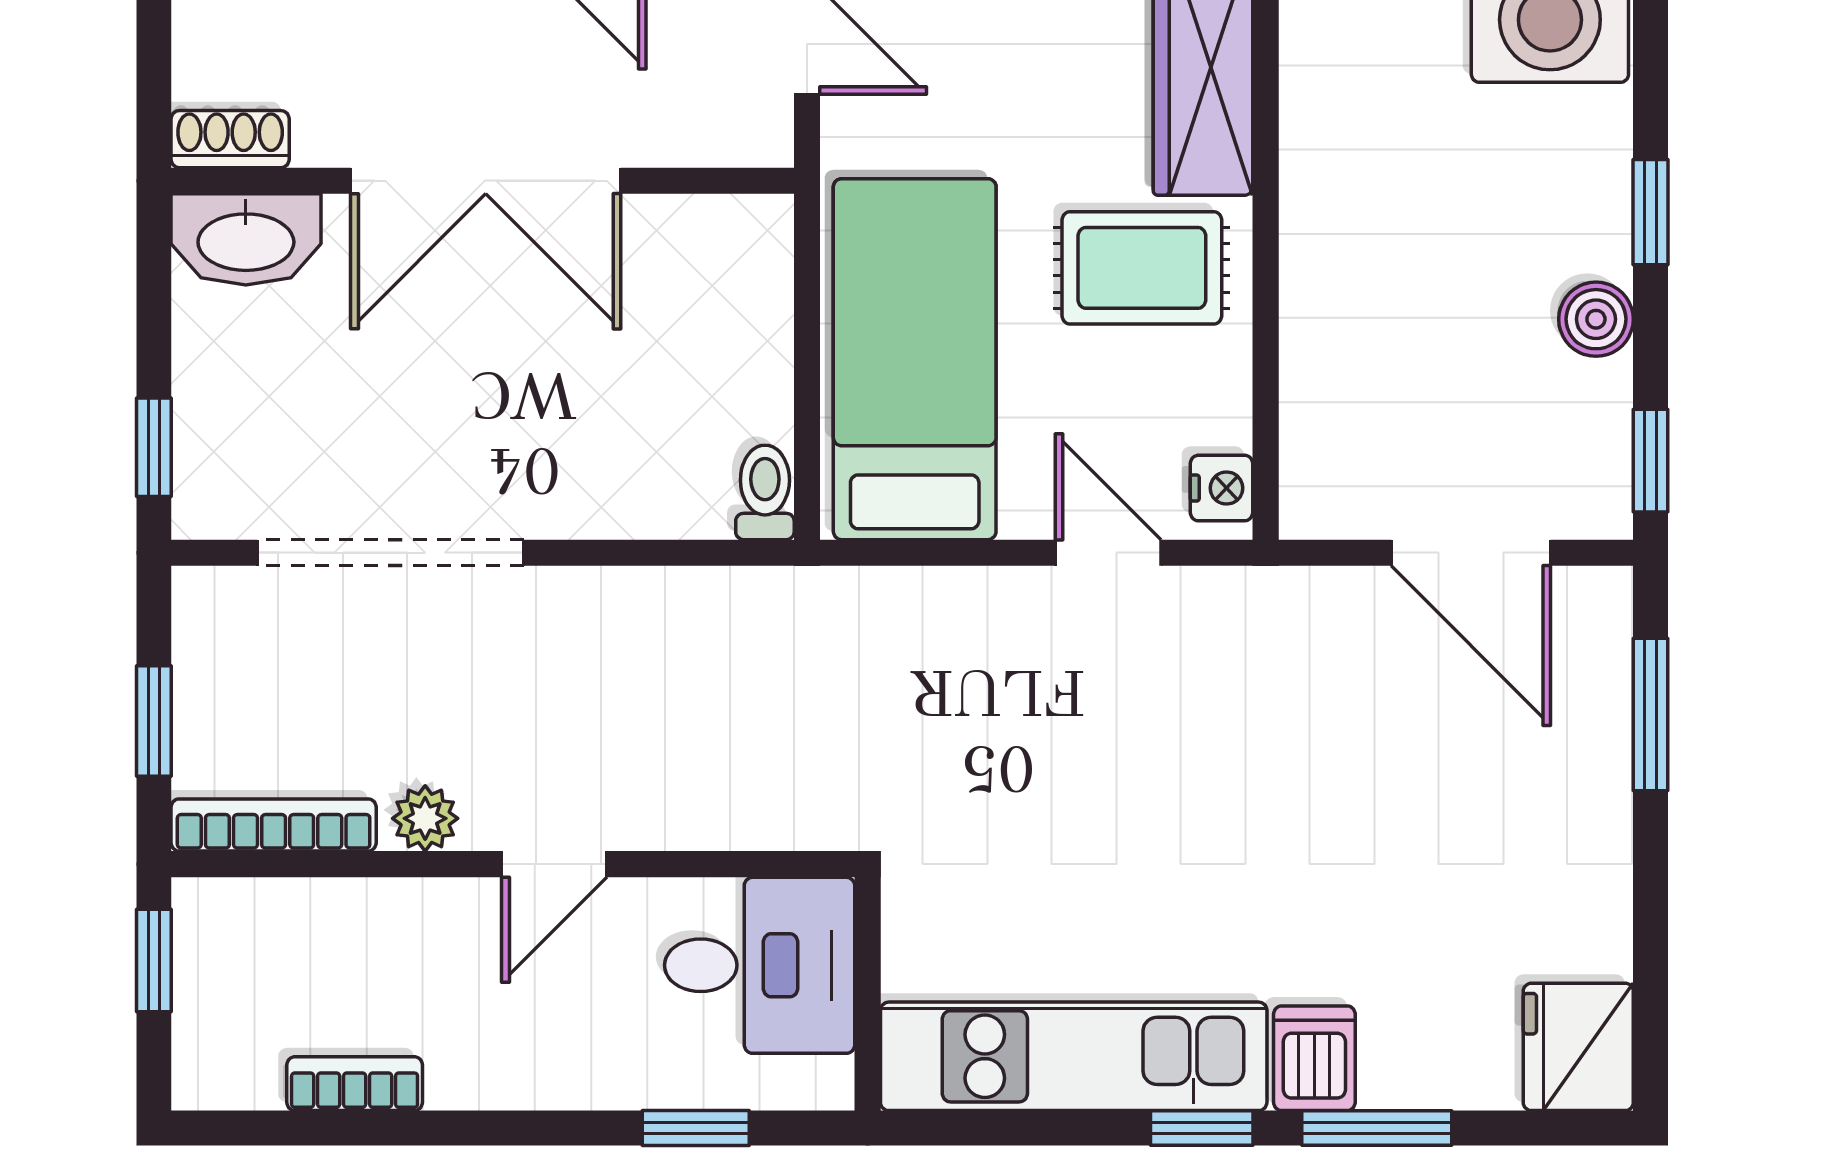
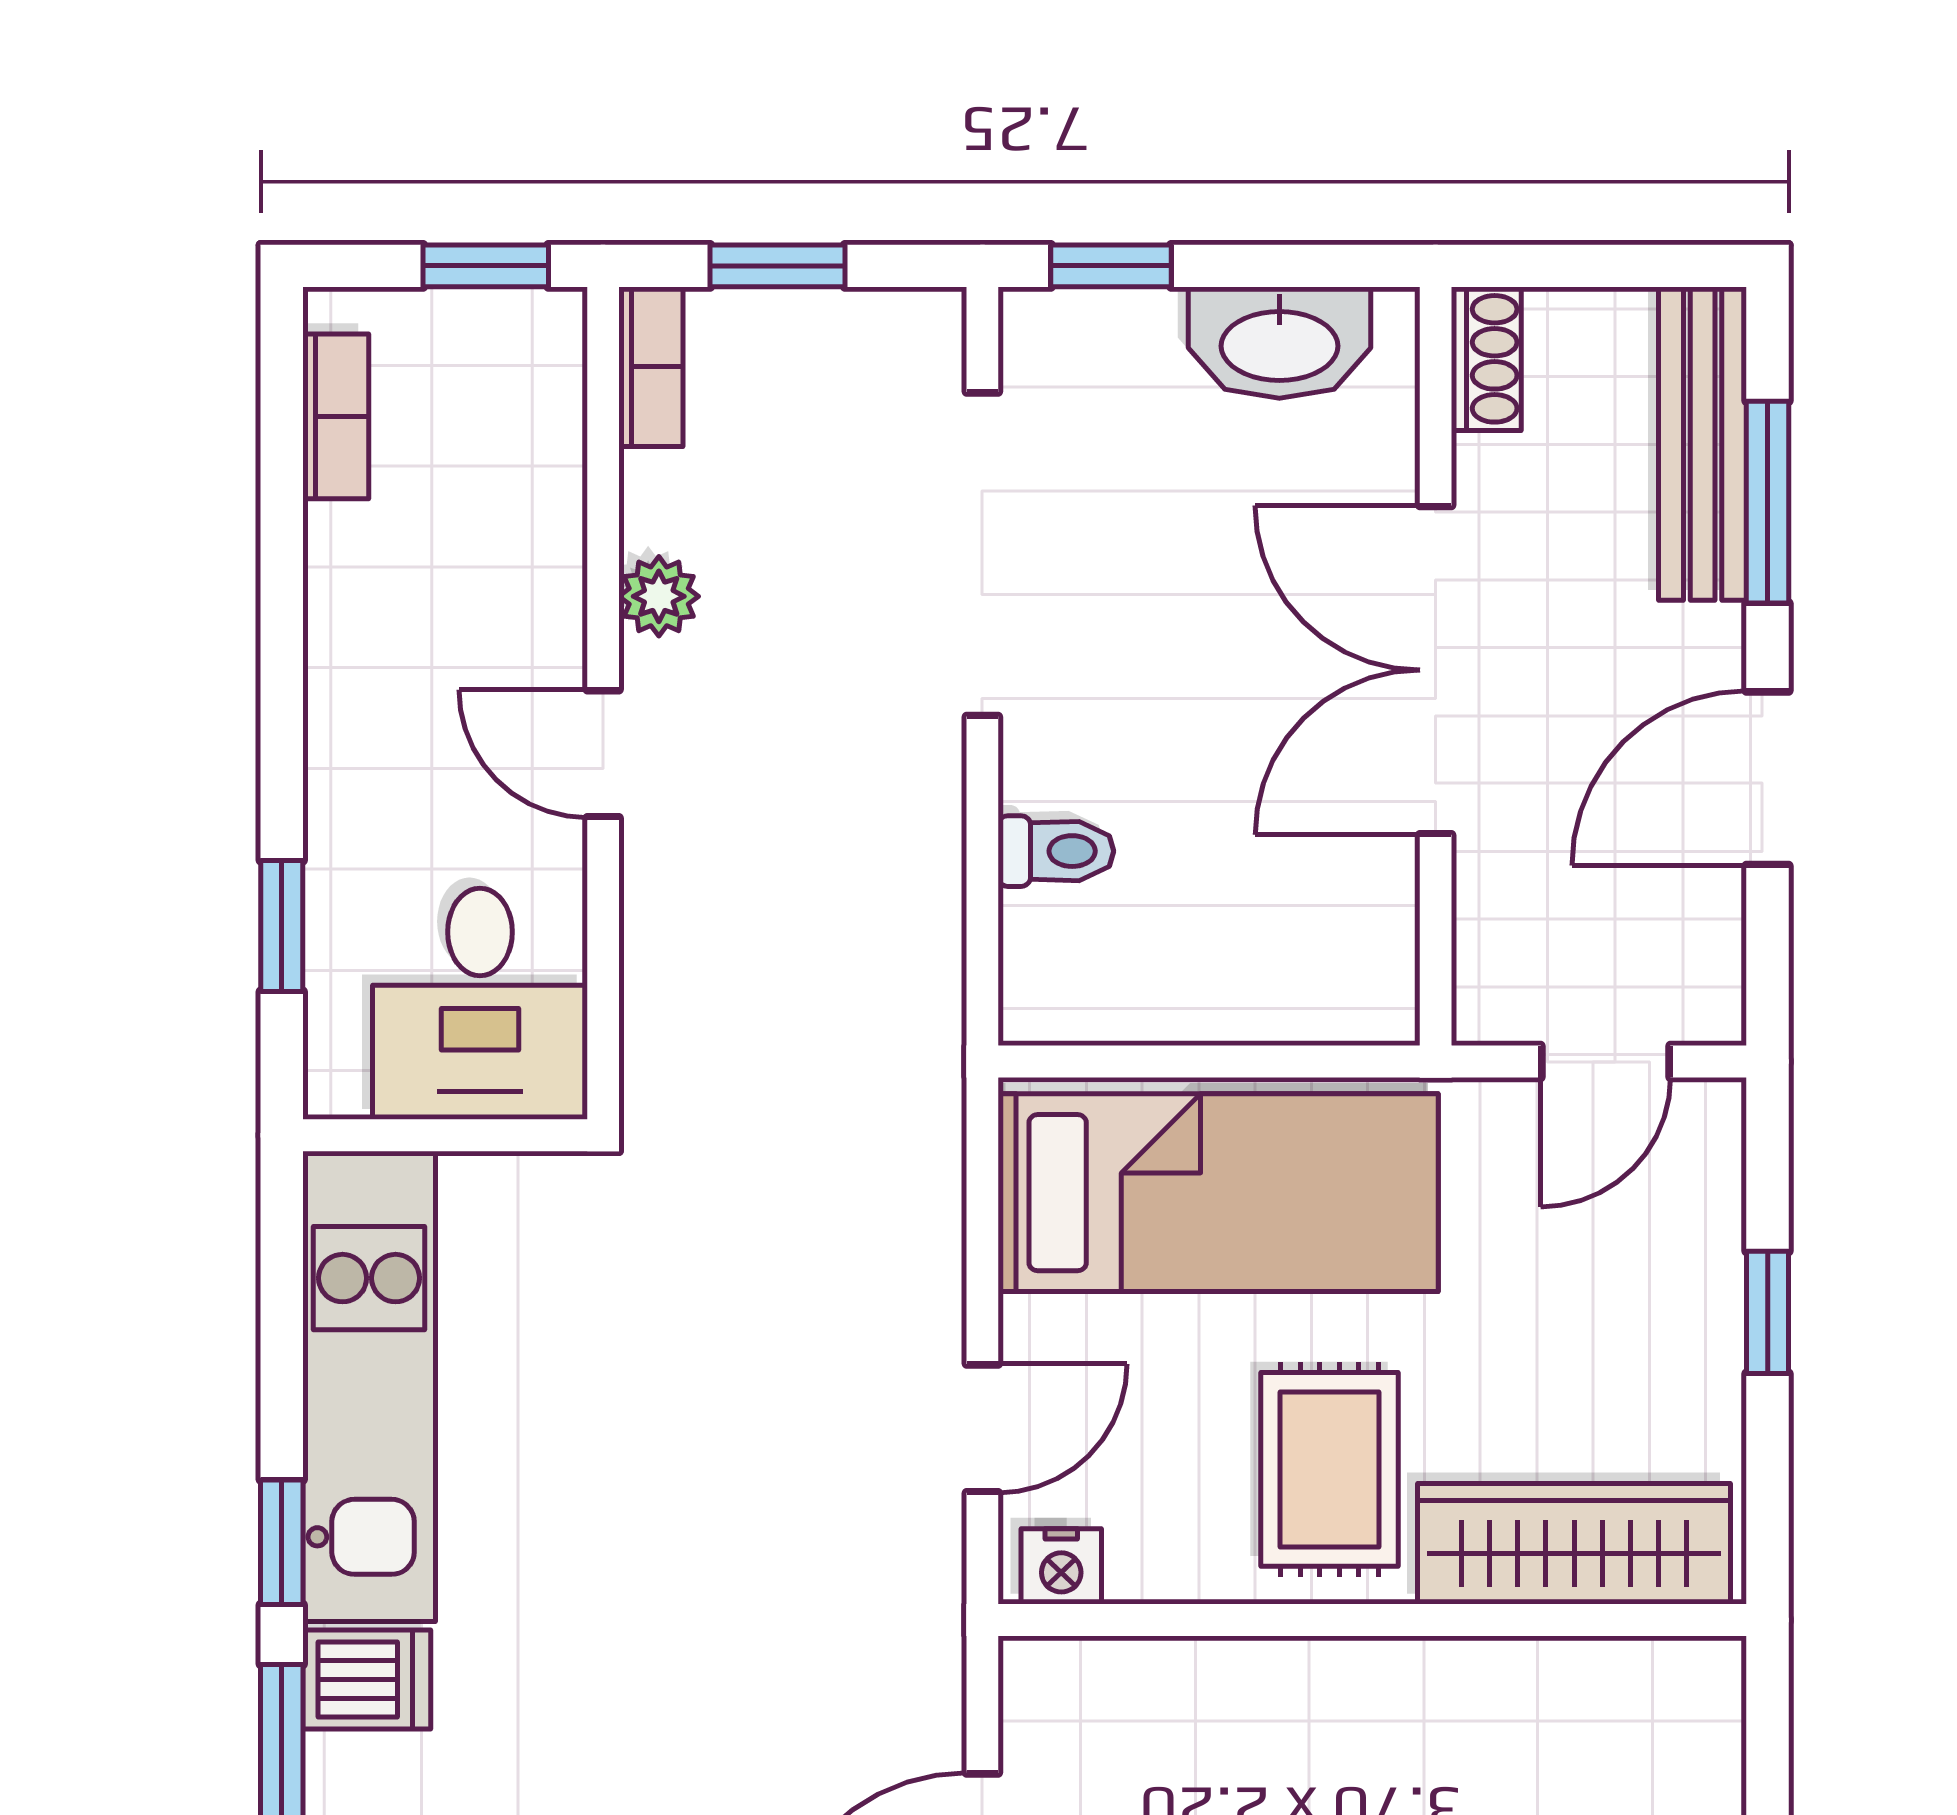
washbasin: (246, 239) -> (1279, 343), moved, turned -90
toilet: (765, 492) -> (1056, 851), moved
bookcase: (274, 825) -> (651, 367), width x0.64
bookcase: (355, 1084) -> (336, 416), moved

